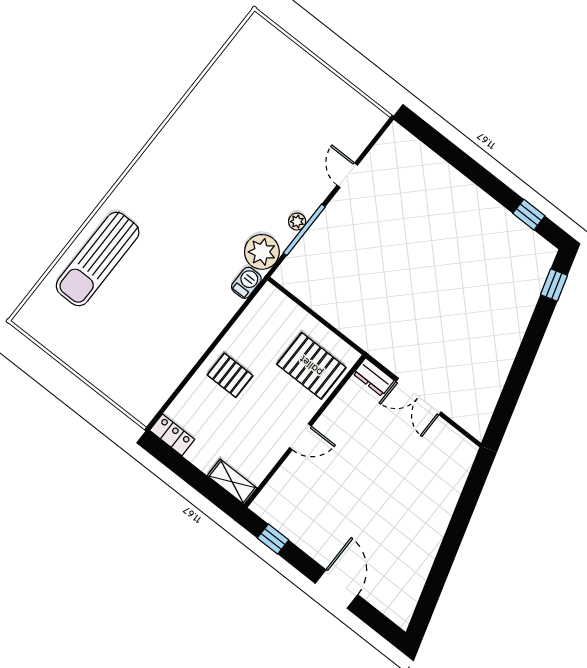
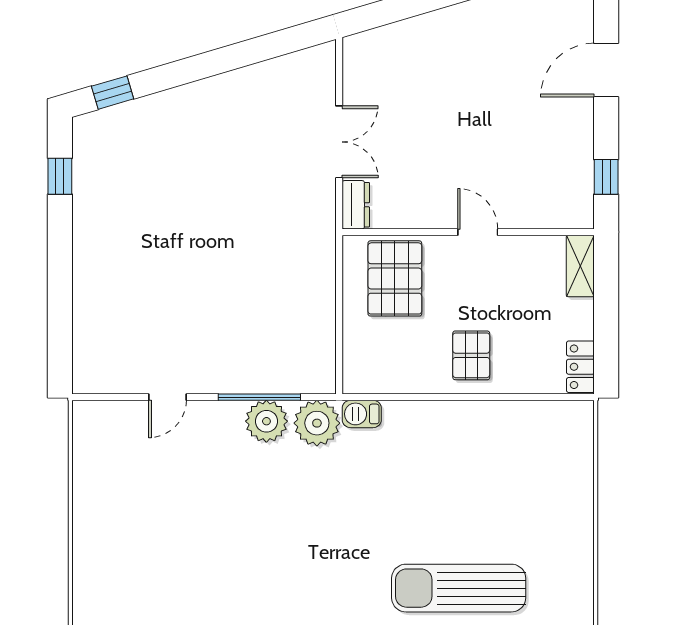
plant: (297, 222) -> (266, 421), width x1.88, depth x1.88
sun lounger: (98, 259) -> (459, 588), turned 180

